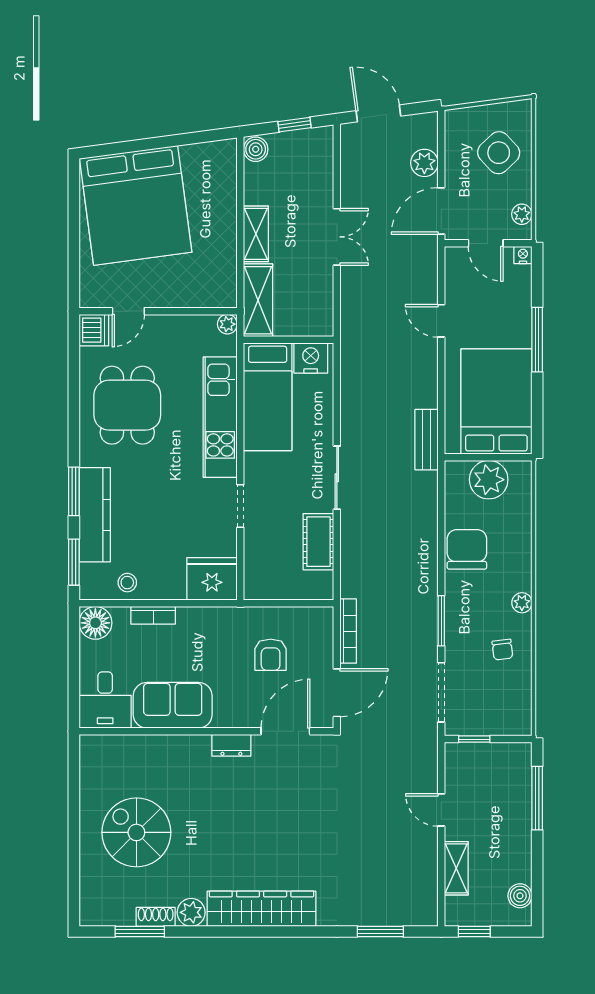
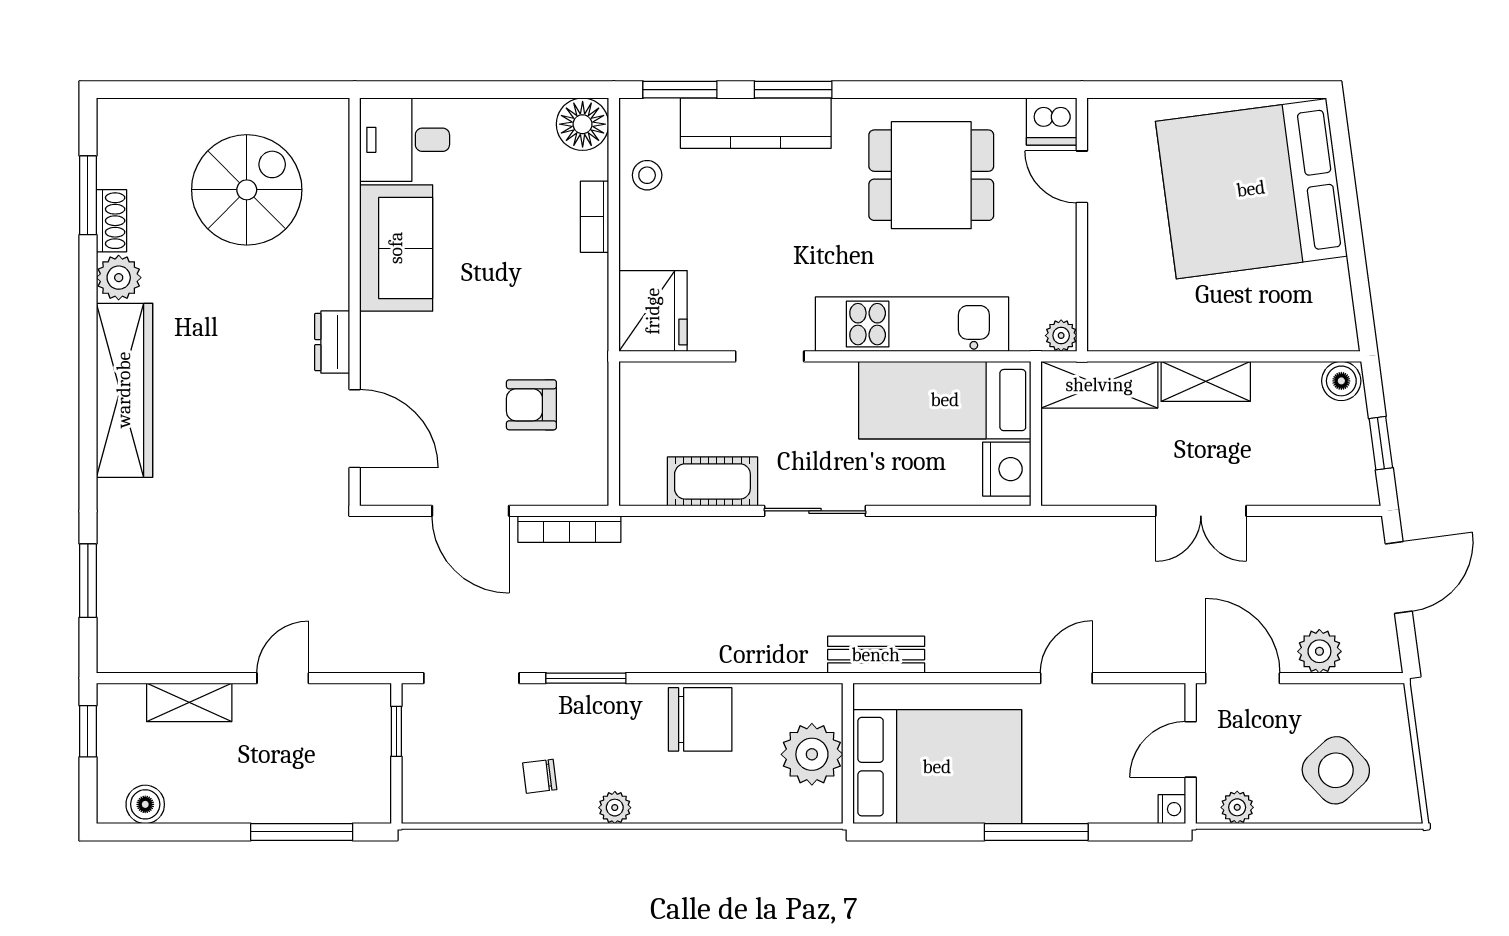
desk: (105, 700) -> (405, 140), moved
sofa: (173, 705) -> (396, 248), moved
wall: (206, 731) -> (355, 302), moved
door: (285, 731) -> (355, 429), moved
dresser: (231, 745) -> (332, 342), moved

